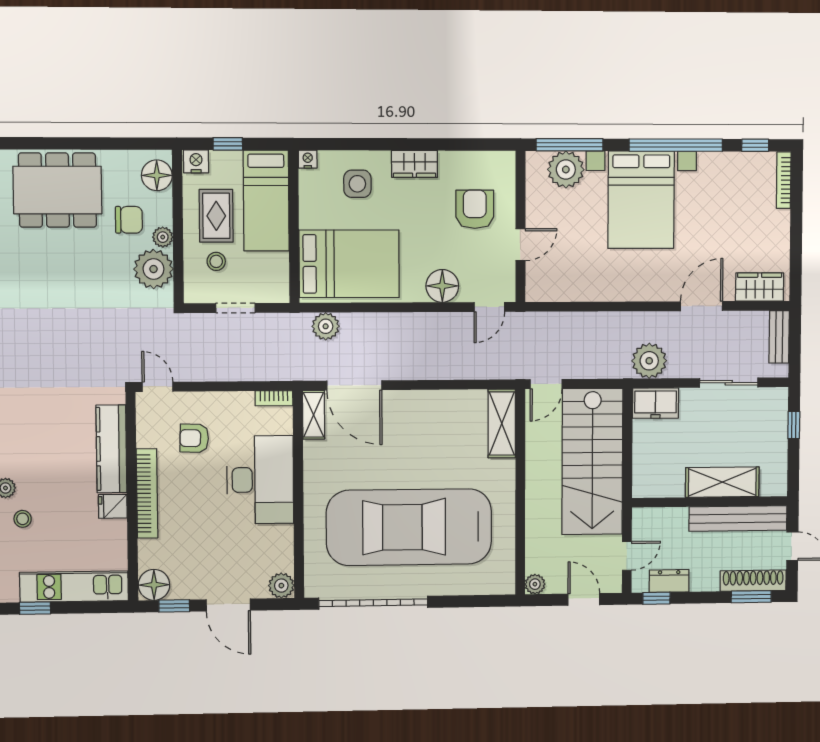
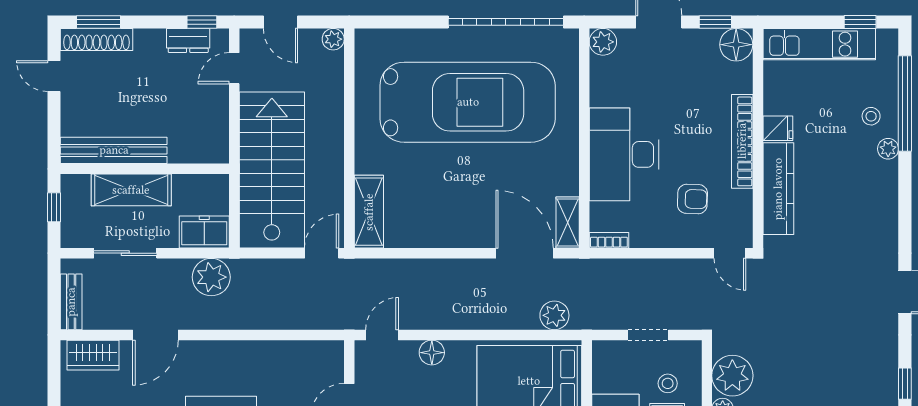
floor lamp: (442, 286) -> (432, 353), width x0.73, depth x0.73
shelving: (722, 482) -> (131, 190), moved
wall: (710, 502) -> (145, 169), moved
bench: (738, 518) -> (114, 150), moved

